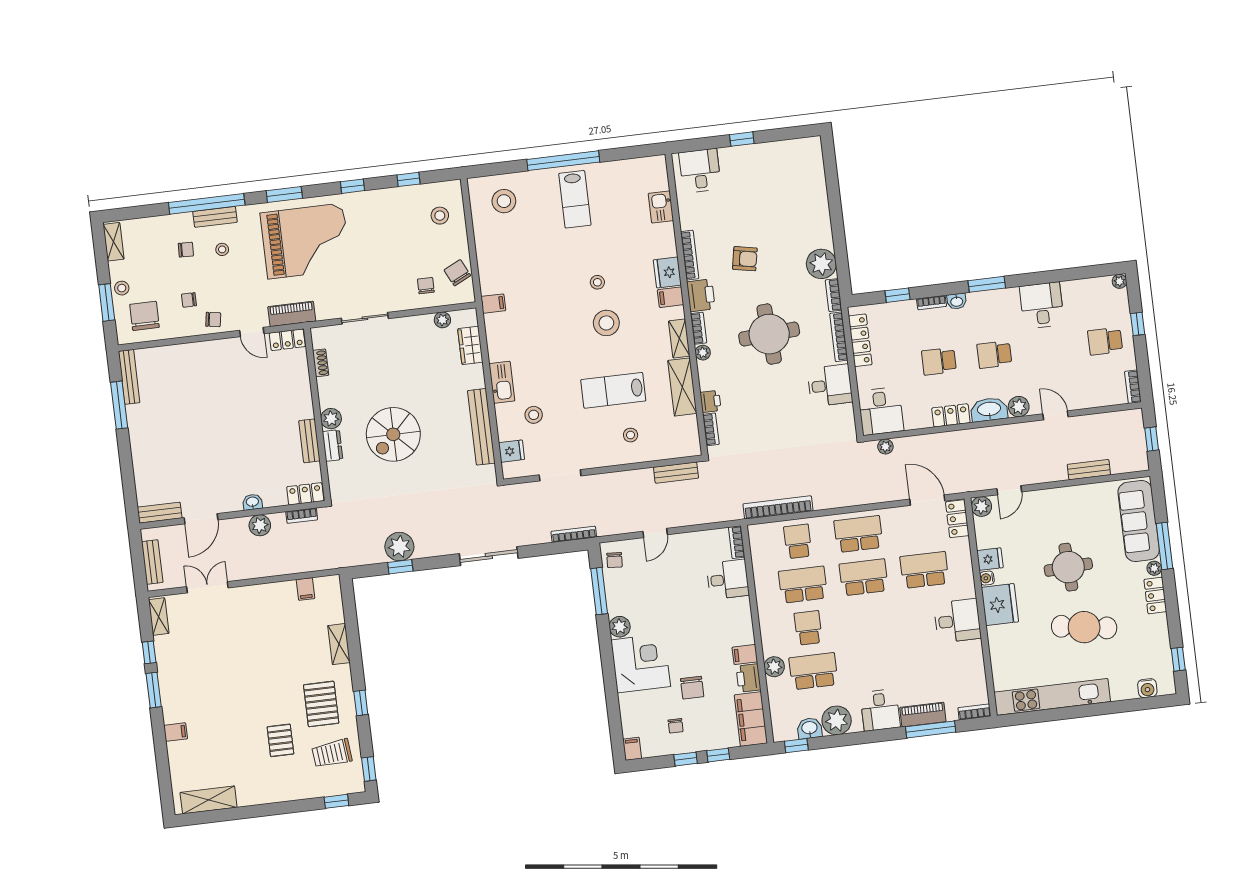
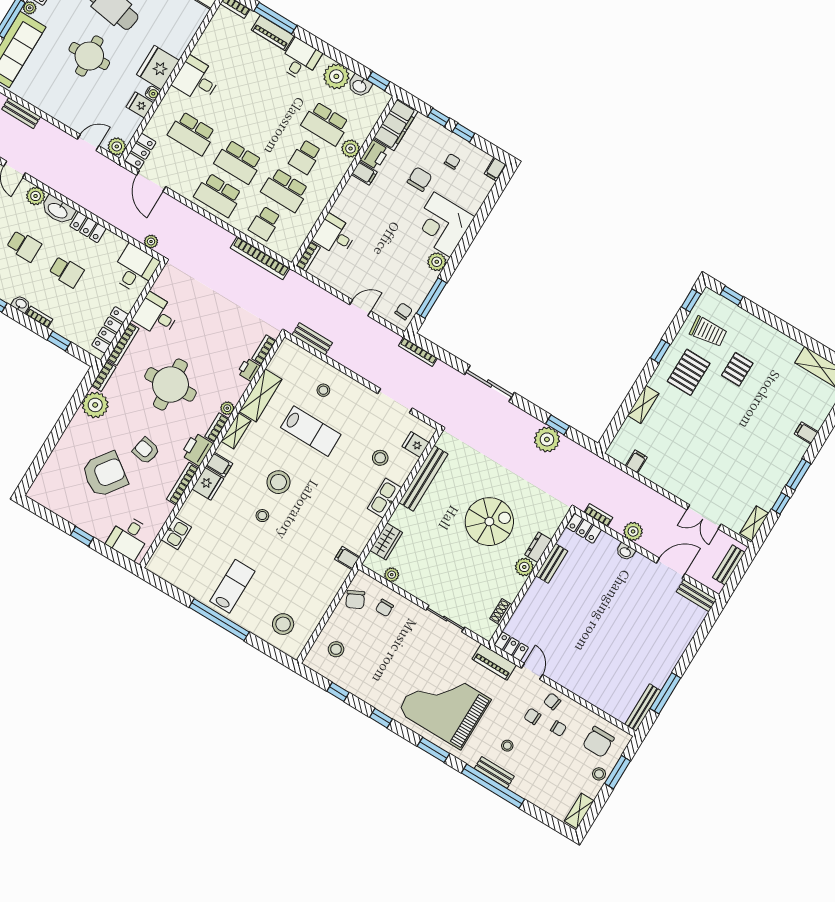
armchair: (765, 209) -> (105, 474), added
chair: (186, 250) -> (532, 716), moved

